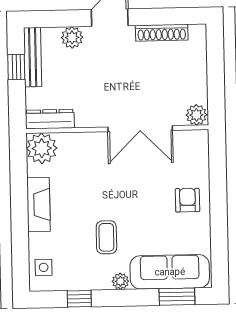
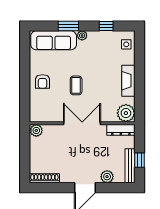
shoe rack: (162, 33) -> (44, 178), moved
double door: (140, 129) -> (82, 123), moved
coffee table: (106, 237) -> (76, 85), moved
window: (177, 297) -> (68, 26), moved

